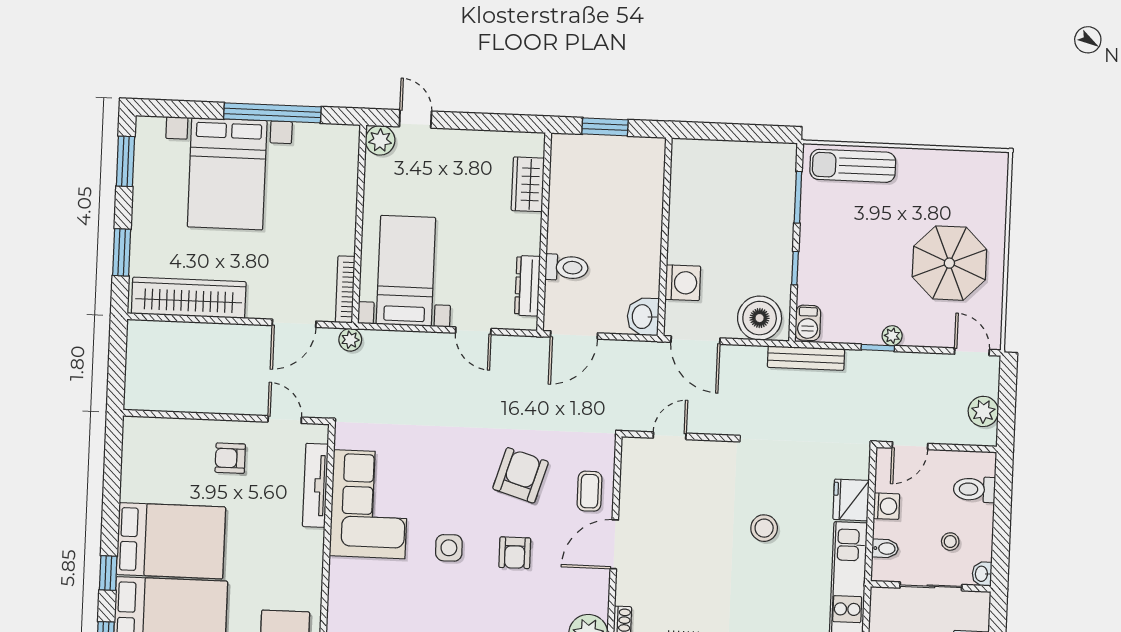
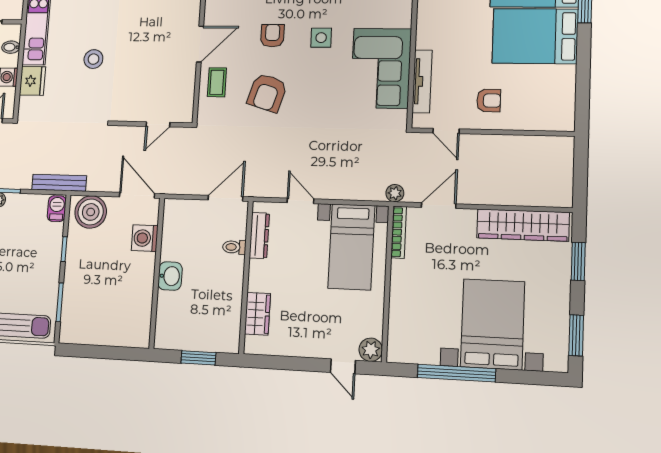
toilet: (567, 267) -> (234, 247), width x0.73, depth x0.72
washbasin: (643, 317) -> (170, 276), moved

